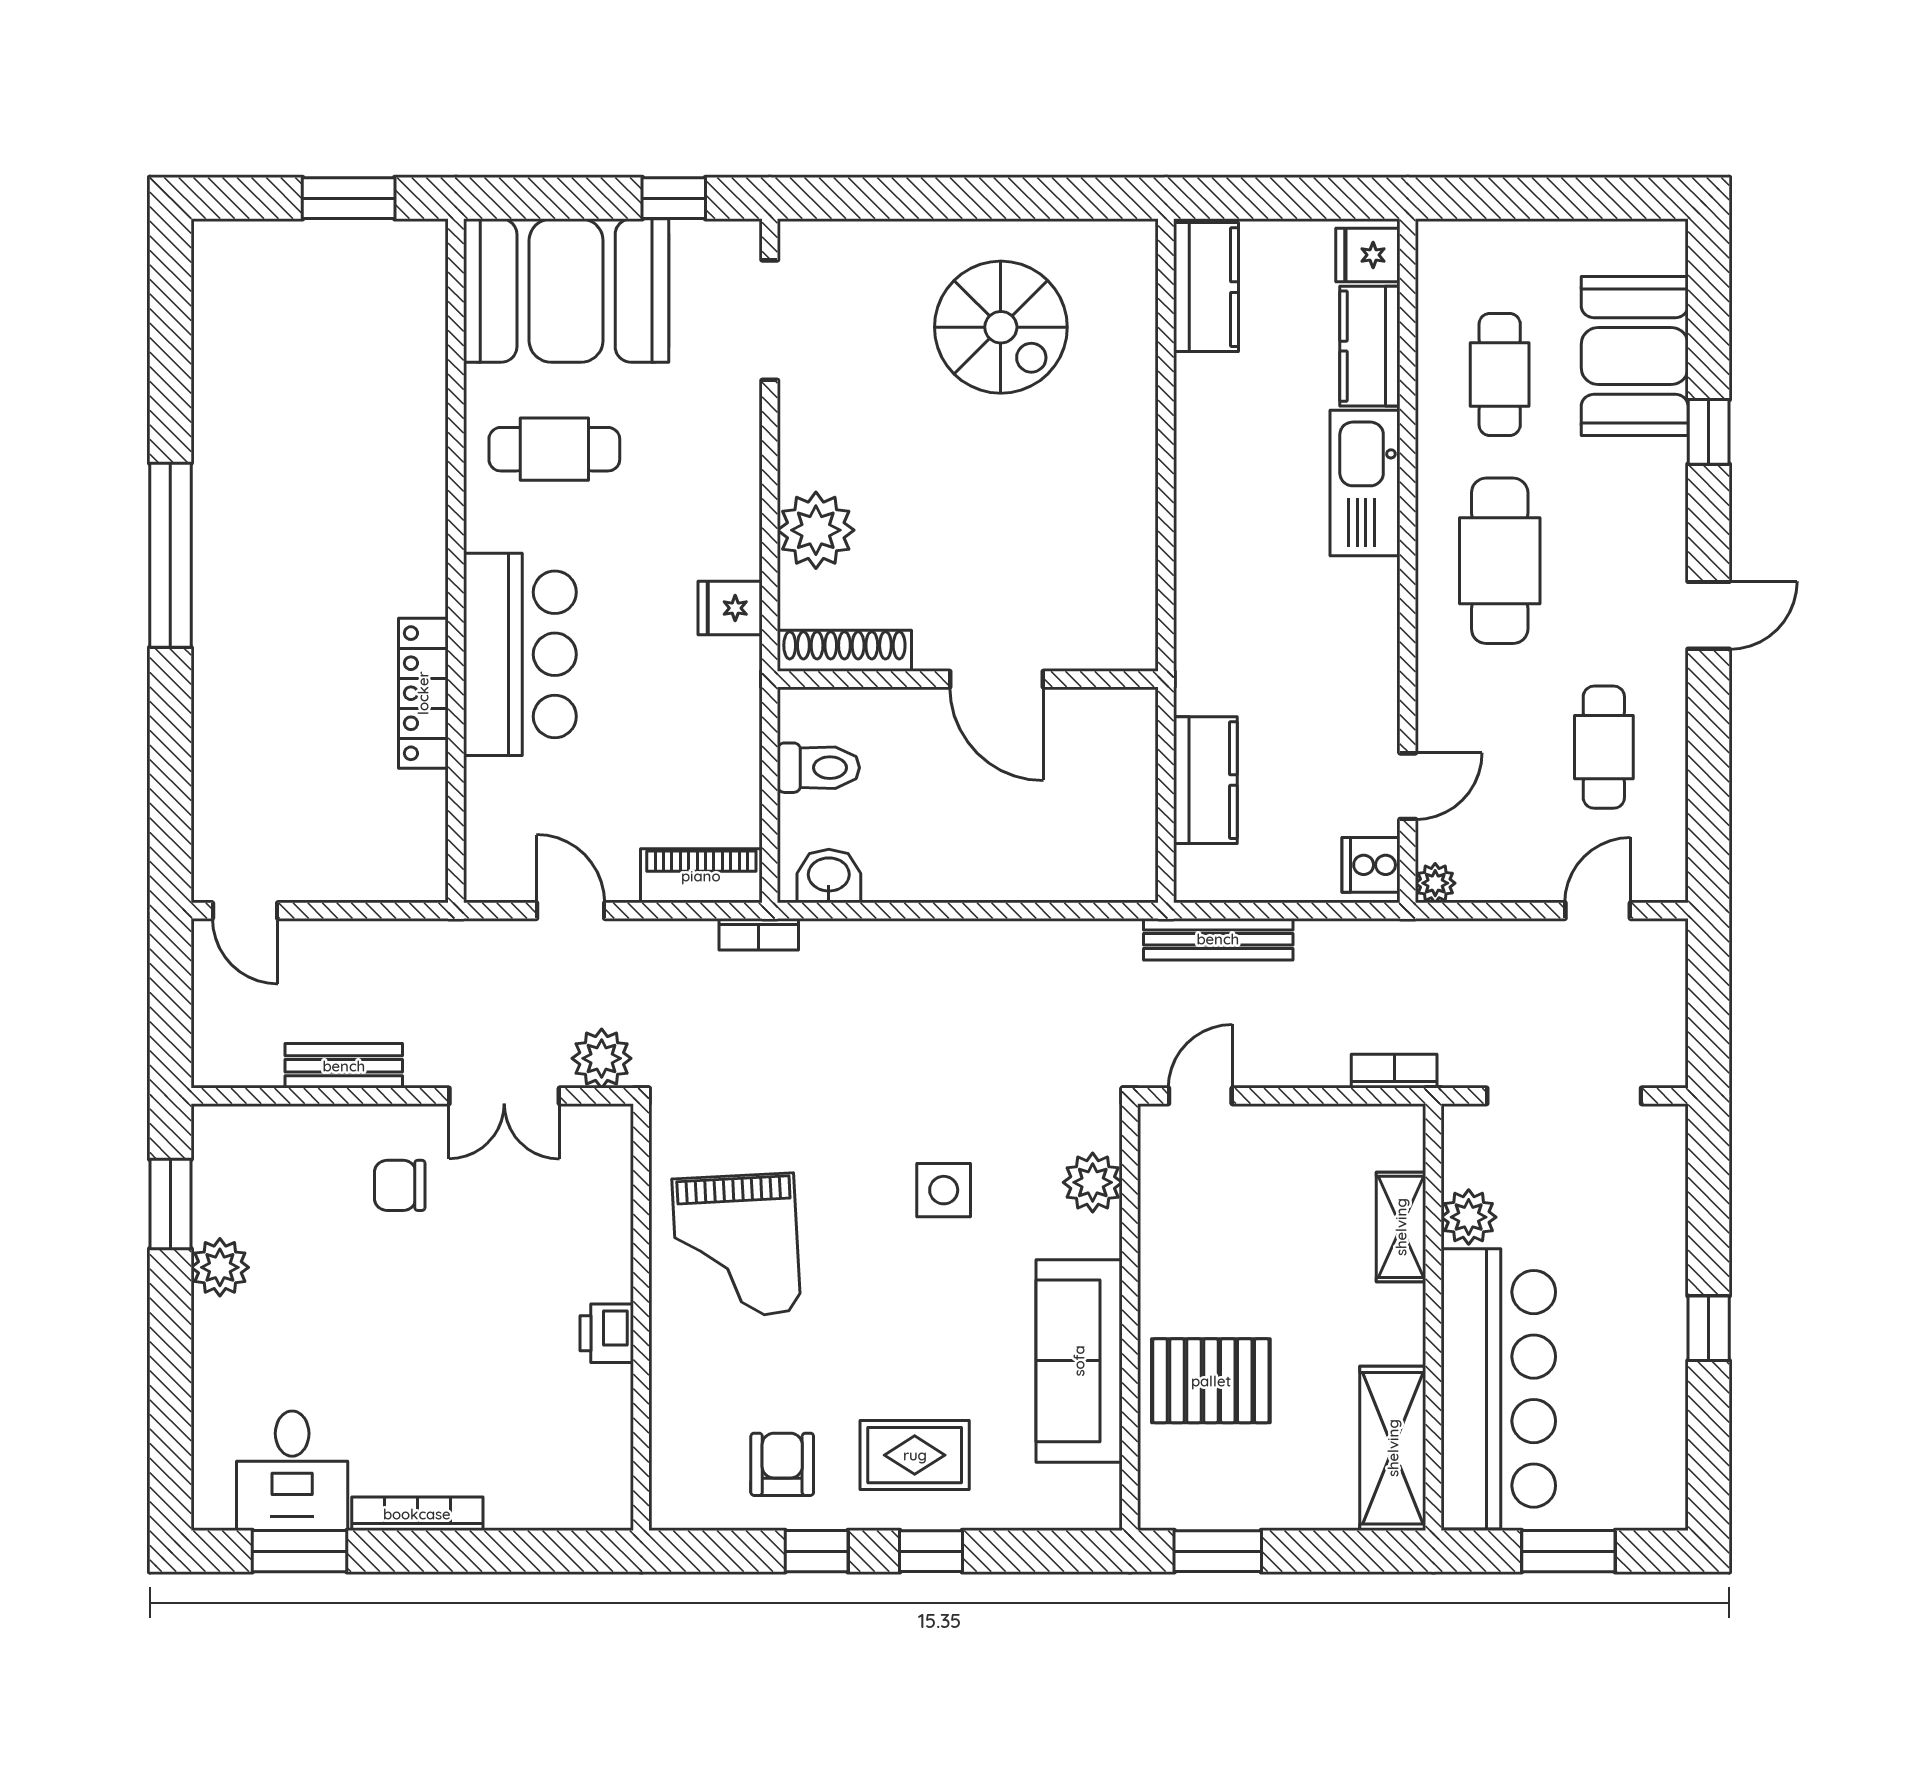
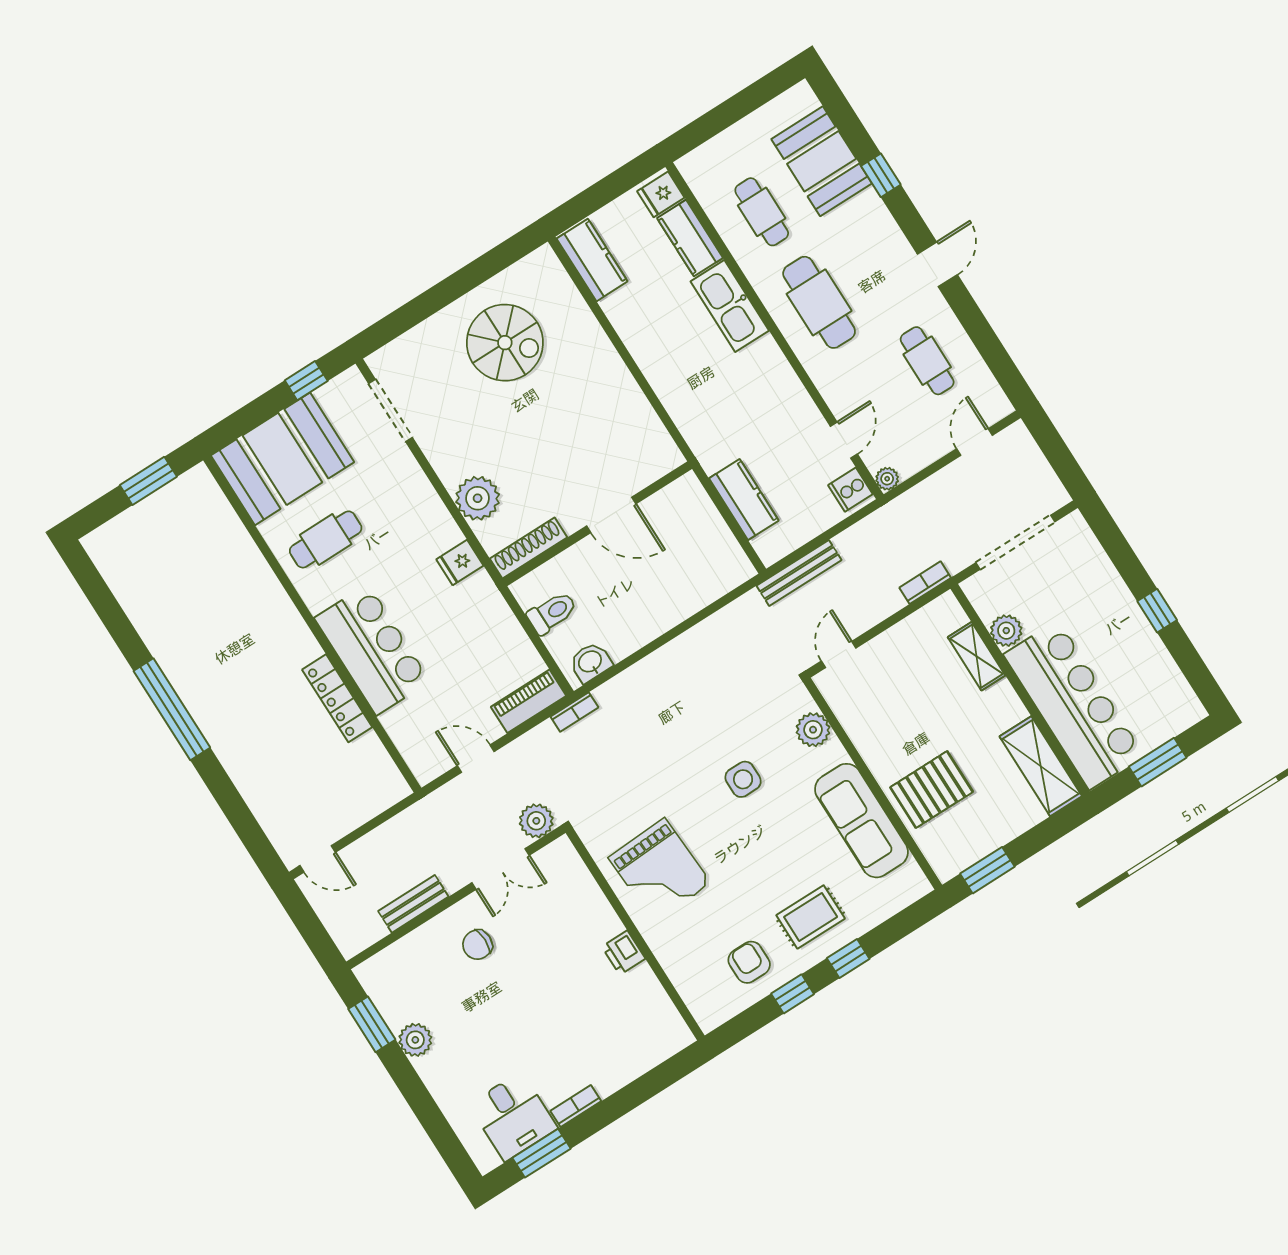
bookcase: (417, 1514) -> (576, 1106), width x0.64

